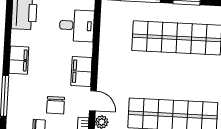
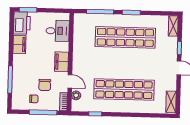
filing cabinet: (19, 60) -> (19, 44), moved

